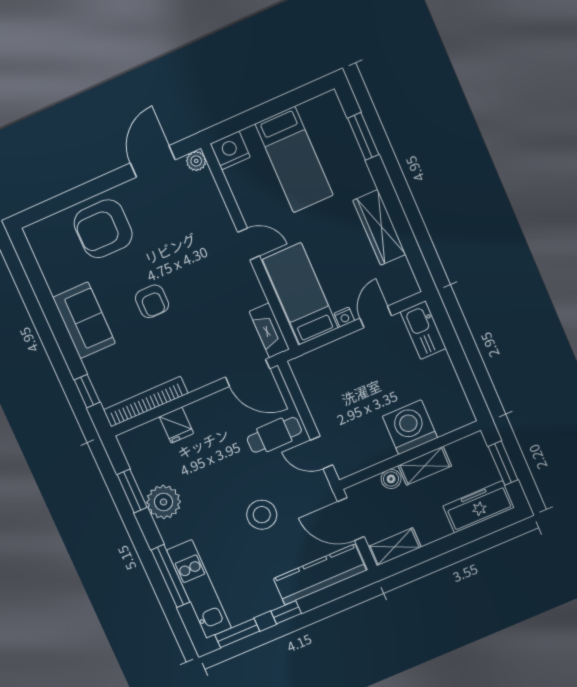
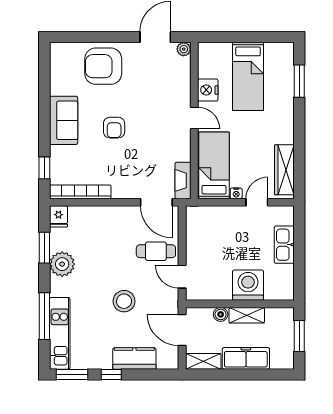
nightstand: (230, 150) -> (208, 90), moved, turned -90
wardrobe: (379, 227) -> (284, 170), moved
kitchen sink: (423, 330) -> (284, 245), moved
fridge: (176, 425) -> (59, 216), moved
freezer: (479, 507) -> (246, 358), moved
kitchen counter: (320, 575) -> (134, 359), width x0.67

